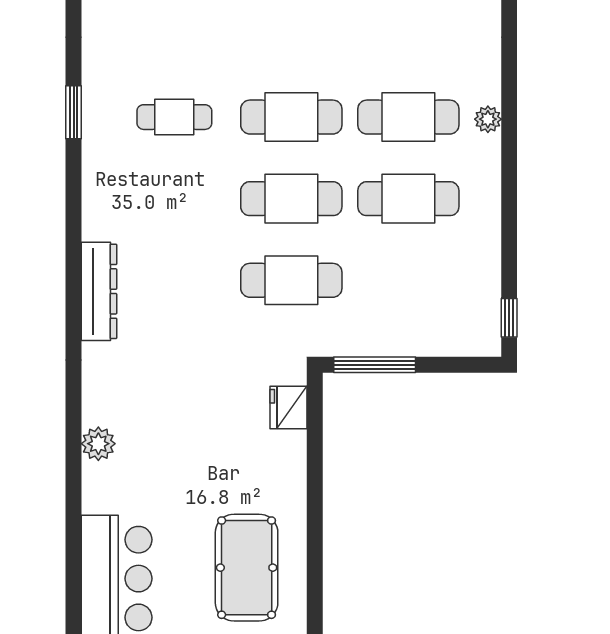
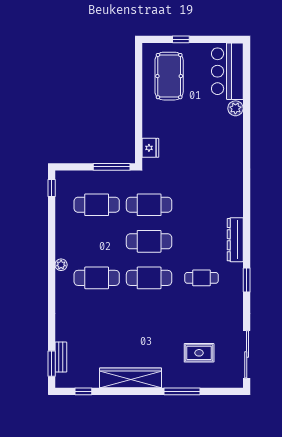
plant: (488, 119) -> (61, 265), moved
cafe table: (408, 199) -> (97, 205), moved
dresser: (99, 291) -> (235, 240), moved
plant: (98, 444) -> (235, 108), moved

